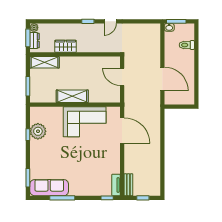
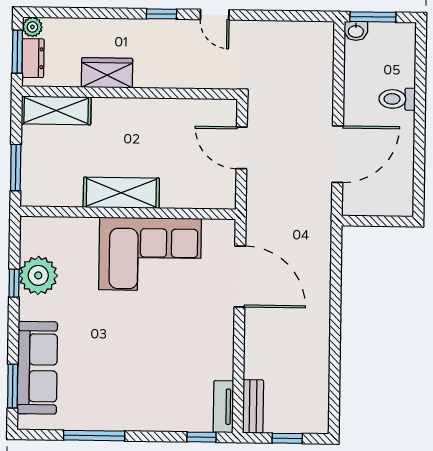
door: (110, 21) -> (215, 15), hinge flipped
toilet: (187, 45) -> (397, 99), moved
door: (162, 79) -> (338, 154), hinge flipped
sofa: (49, 188) -> (37, 368), moved, turned 90

